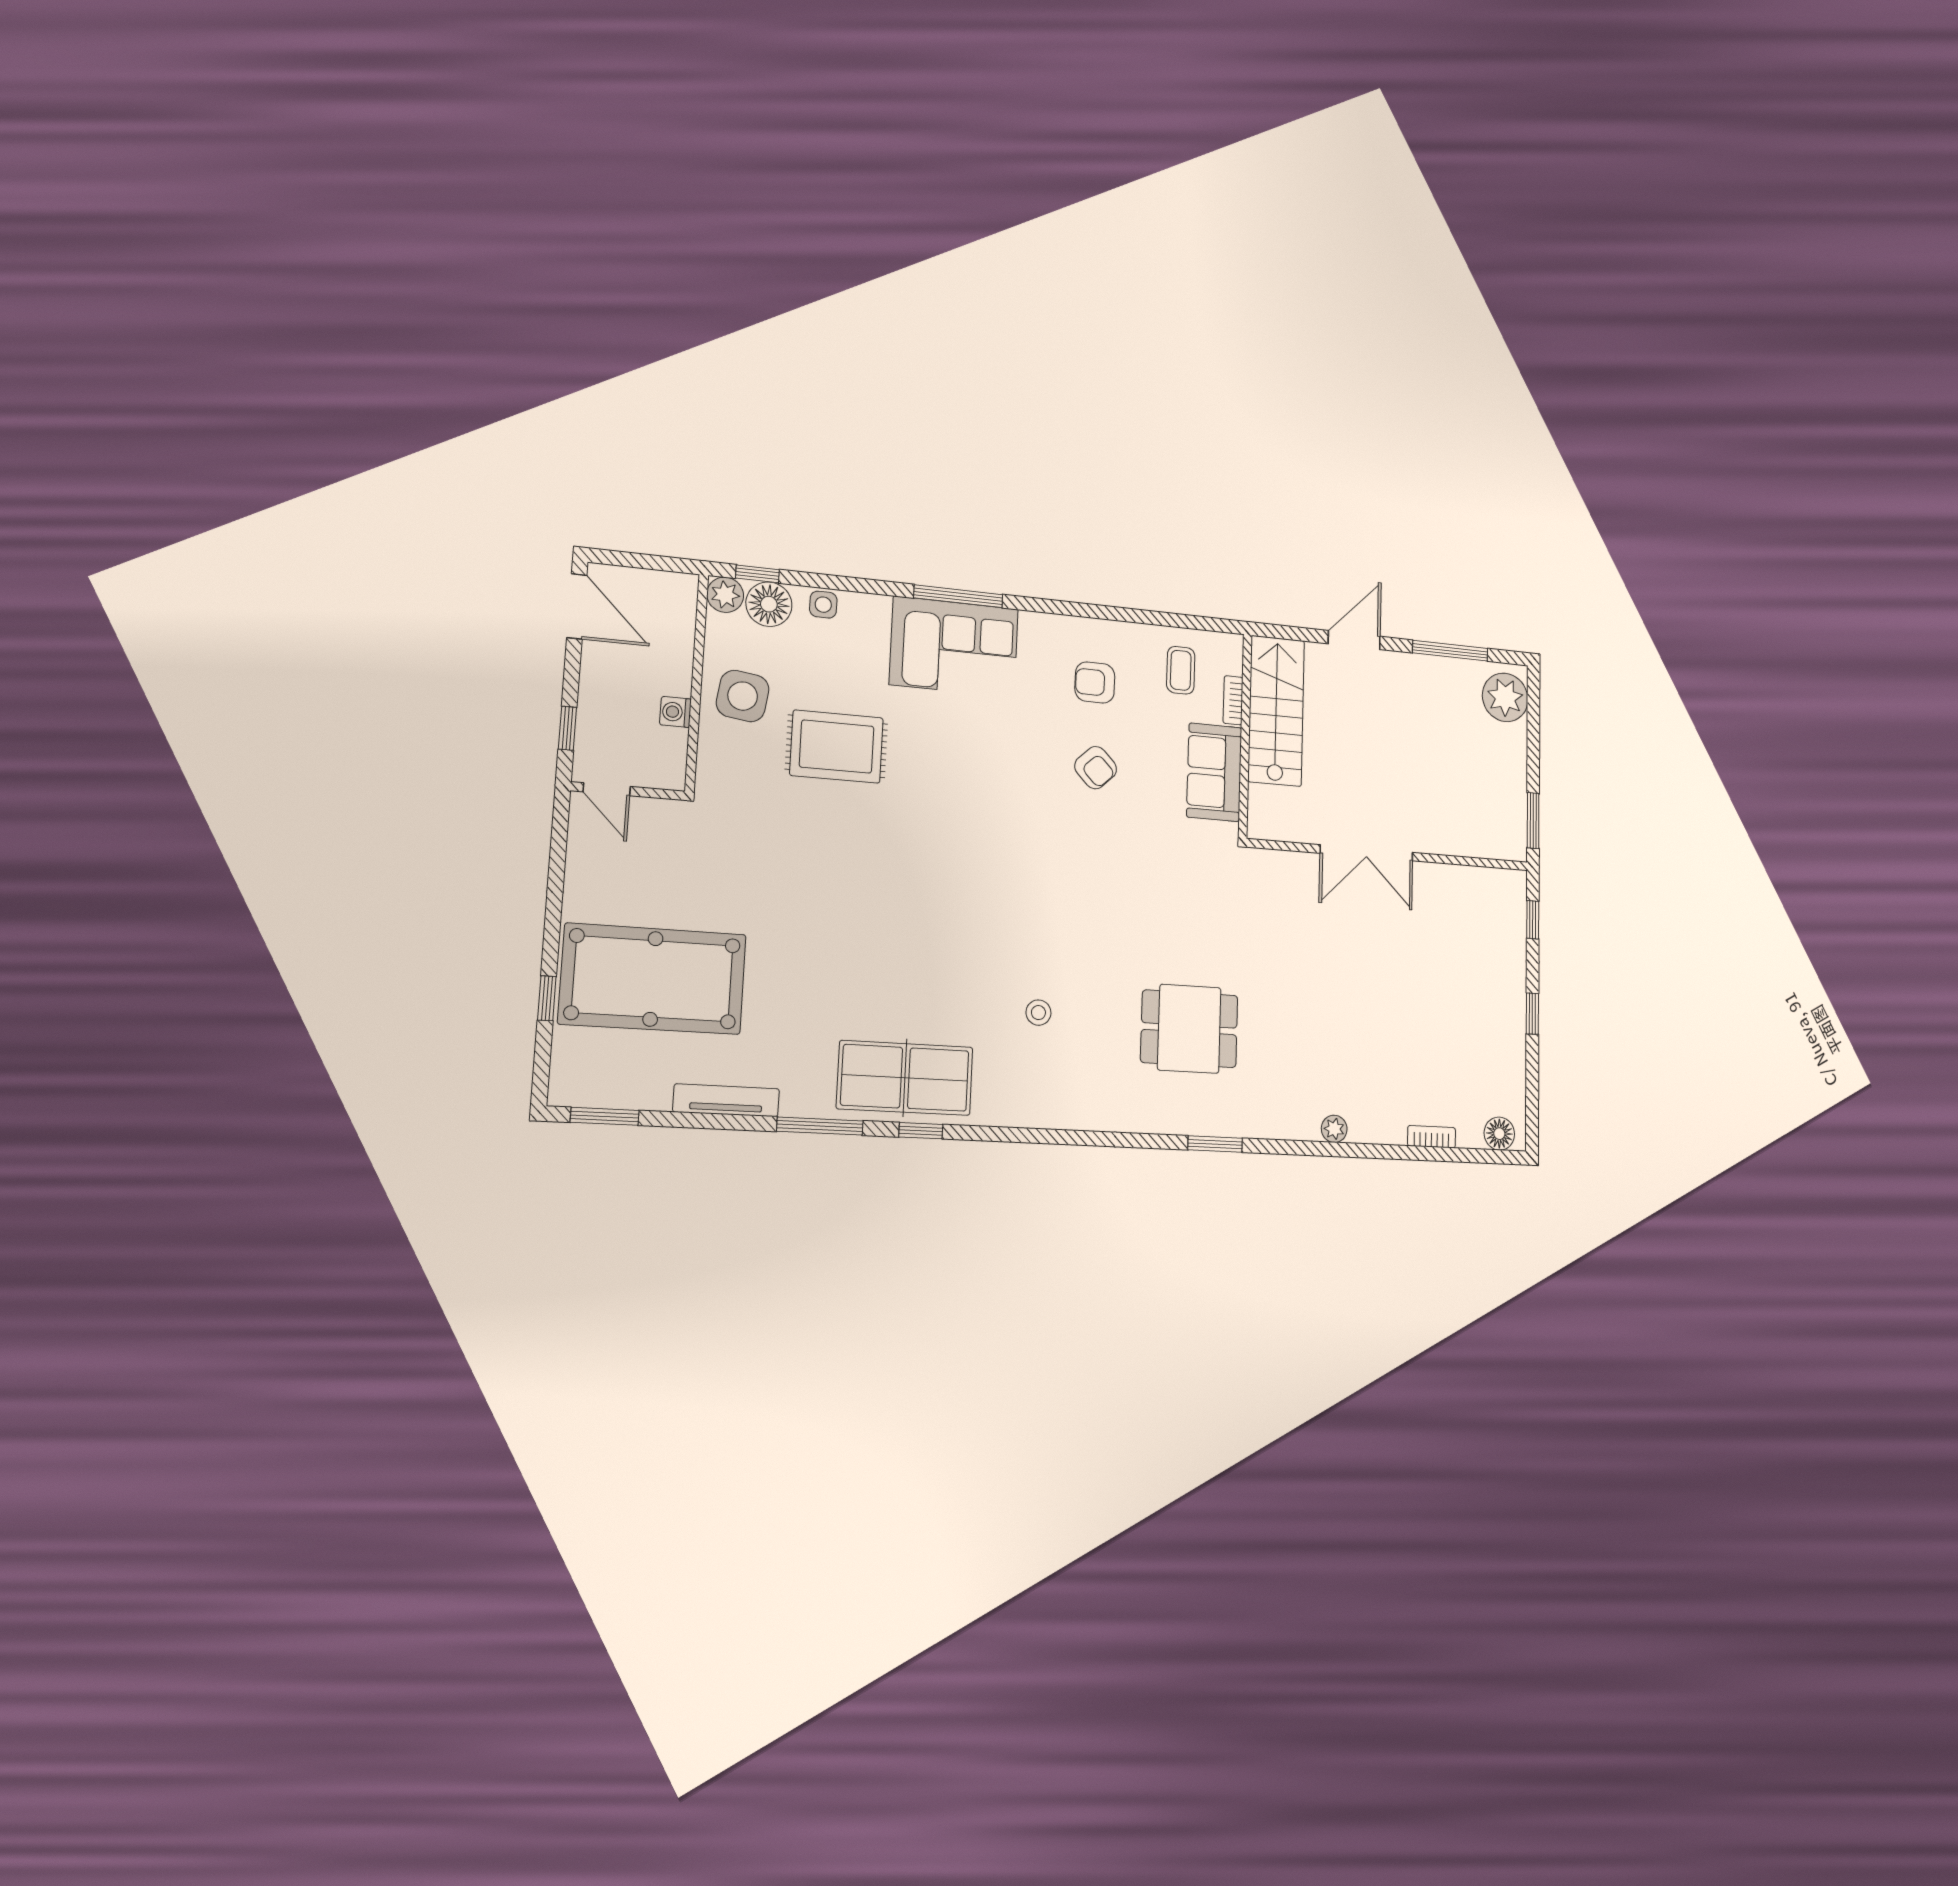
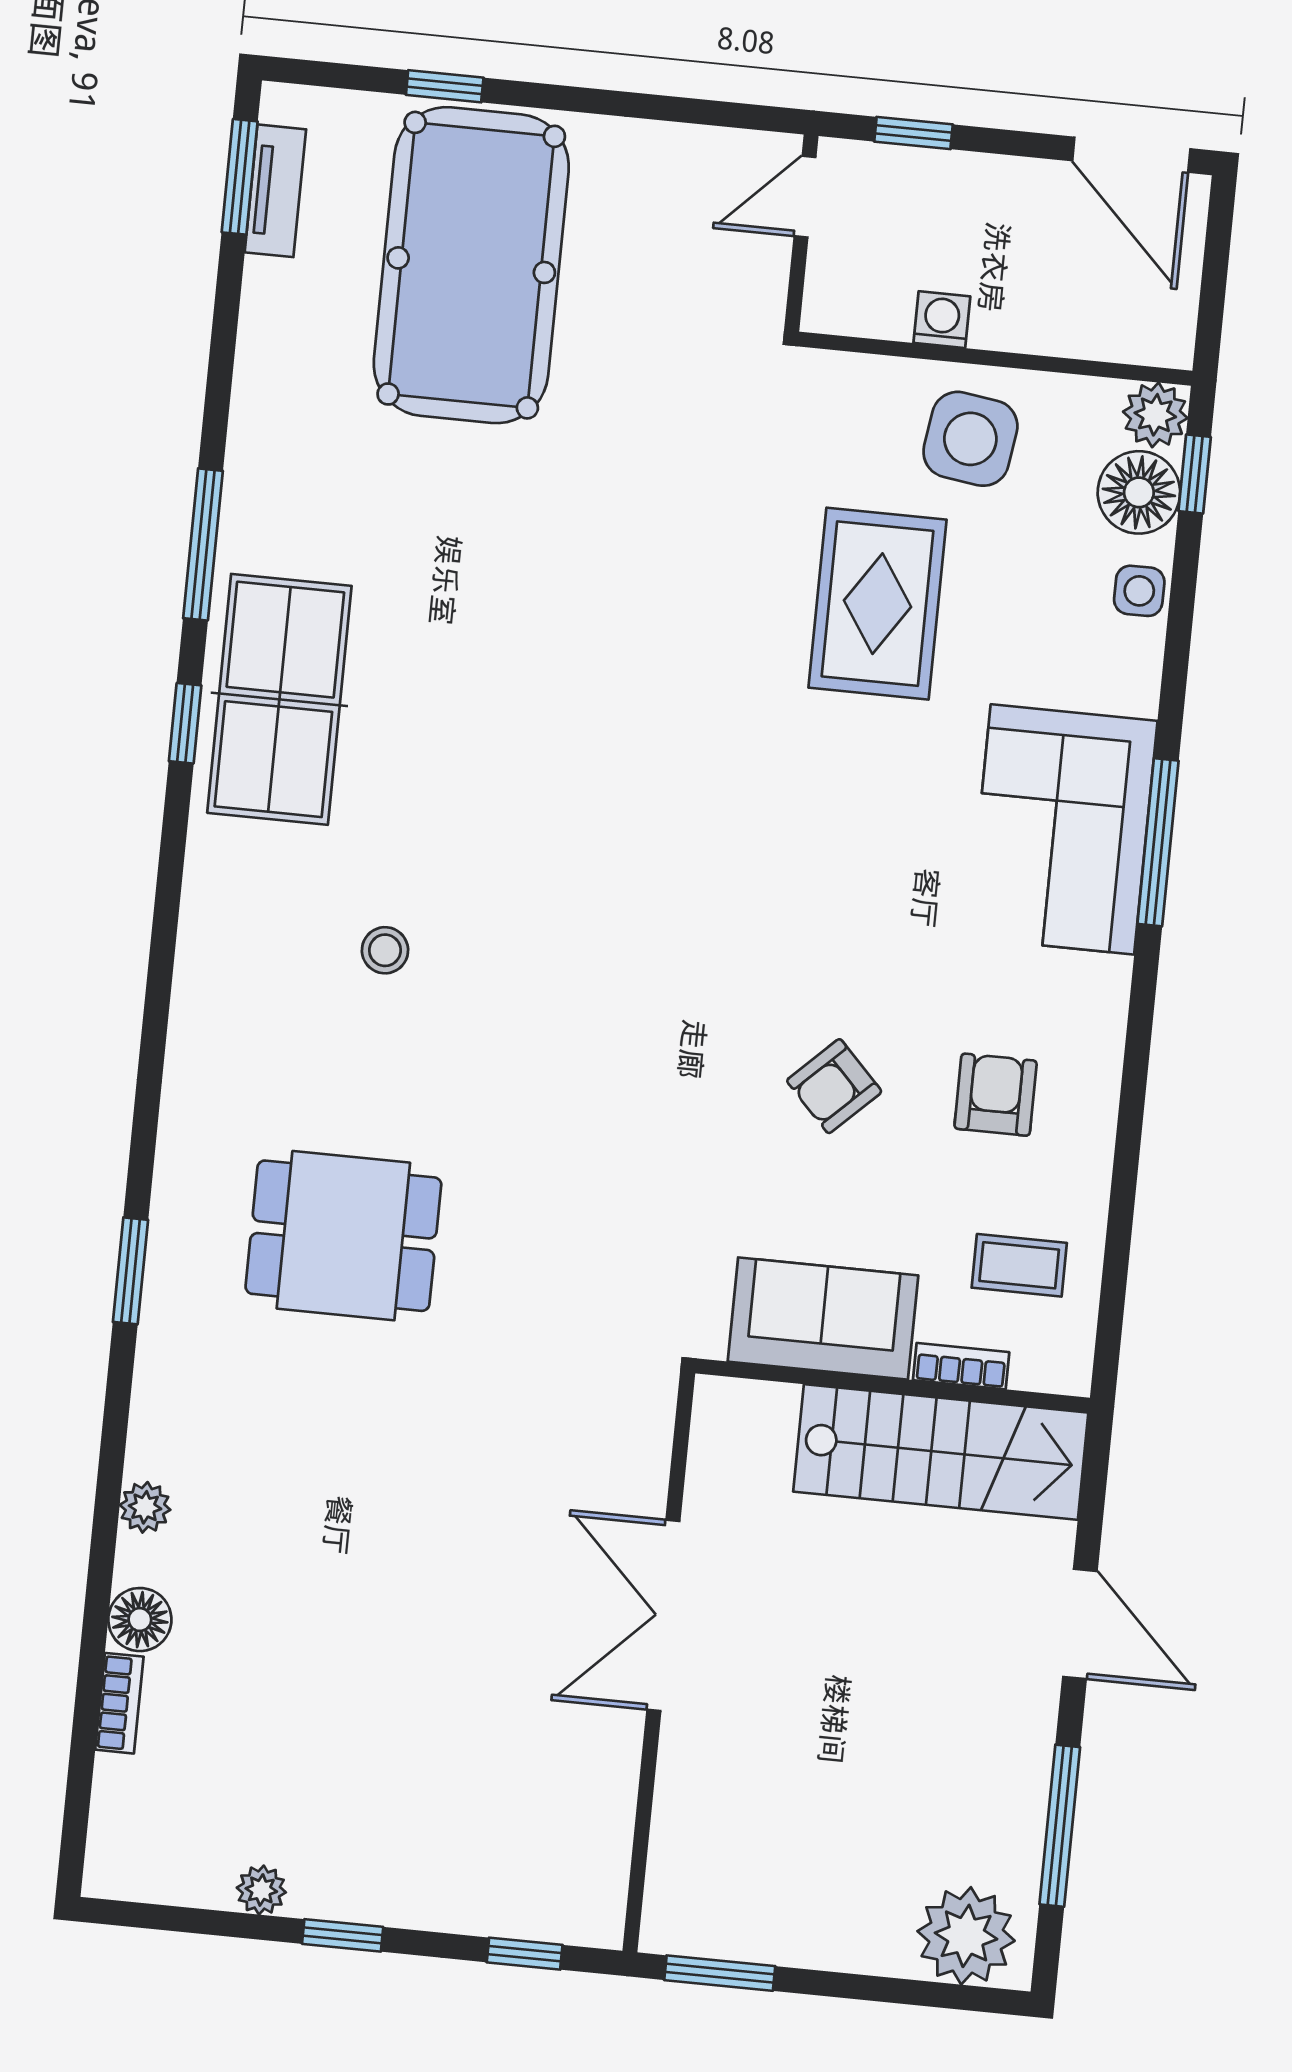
door: (577, 606) -> (1131, 155), hinge flipped
dining table: (1189, 1029) -> (343, 1236), turned 90
plant: (1515, 1057) -> (261, 1890), added
tv unit: (726, 1100) -> (275, 191), moved, width x0.71
floor lamp: (1499, 1134) -> (140, 1620), moved

